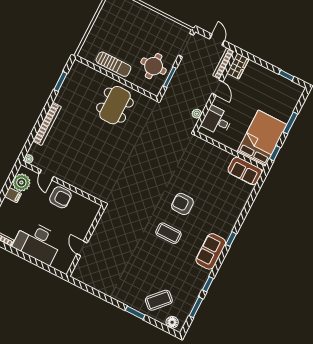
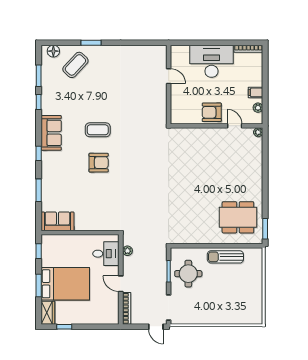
door: (217, 40) -> (156, 327), moved
wardrobe: (238, 66) -> (48, 313), moved, turned 180
window: (60, 82) -> (265, 229), moved
dining table: (115, 105) -> (238, 217), moved, turned 90
bookcase: (47, 124) -> (258, 172), removed
bed: (262, 138) -> (65, 284), moved, turned -90
plant: (21, 182) -> (258, 108), width x0.53, depth x0.53
window: (248, 207) -> (39, 190), added

